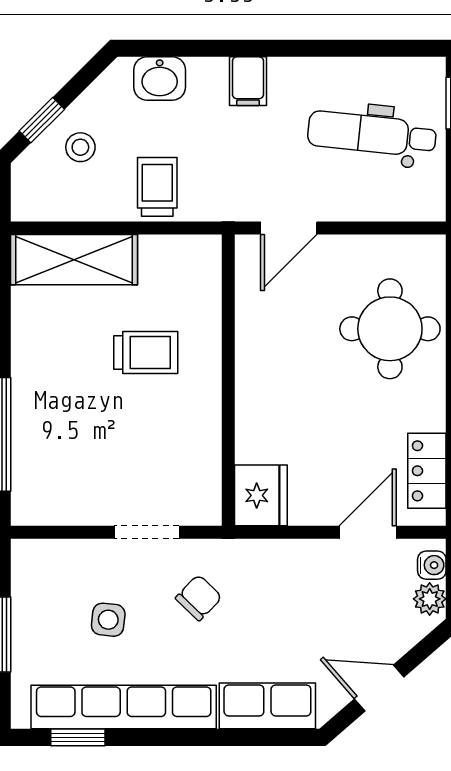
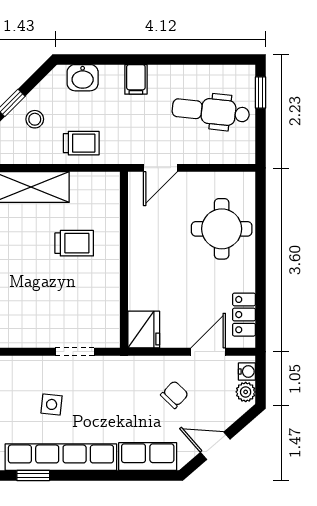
trolley: (157, 187) -> (81, 143), turned 90
chair: (199, 598) -> (174, 395), moved

